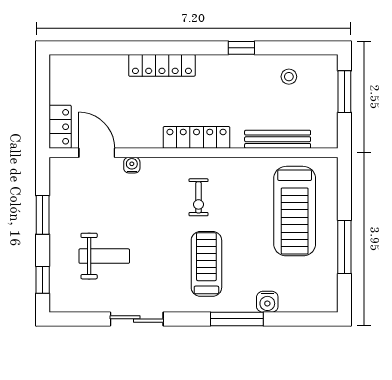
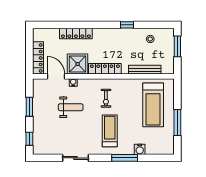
locker: (162, 65) -> (76, 33), moved
locker: (60, 127) -> (38, 58), width x1.53
shower: (141, 128) -> (78, 64), added
weight bench: (104, 256) -> (71, 107), moved

